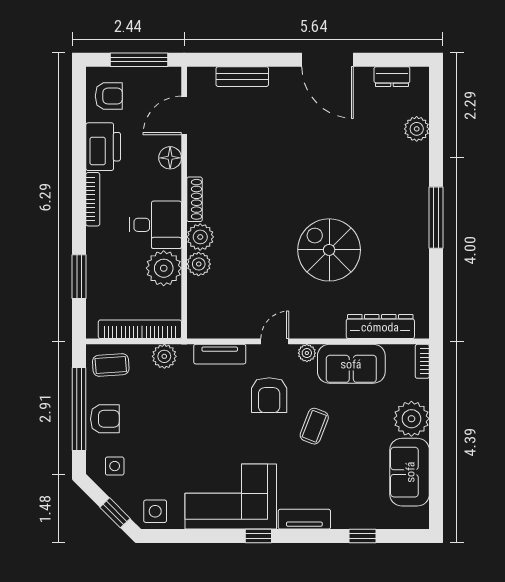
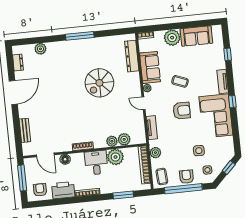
plant: (200, 237) -> (124, 139), moved
armchair: (269, 395) -> (182, 111), moved
side table: (155, 511) -> (199, 151), moved

